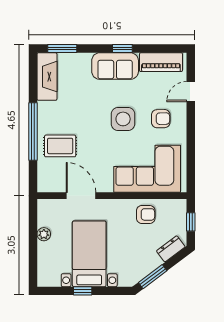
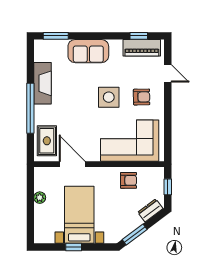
window: (122, 49) -> (139, 36), moved
sofa: (115, 66) -> (88, 51), moved
fireplace: (47, 77) -> (42, 83), moved
door: (191, 92) -> (168, 73), swing flipped
rug: (60, 146) -> (47, 141), moved, turned 90

